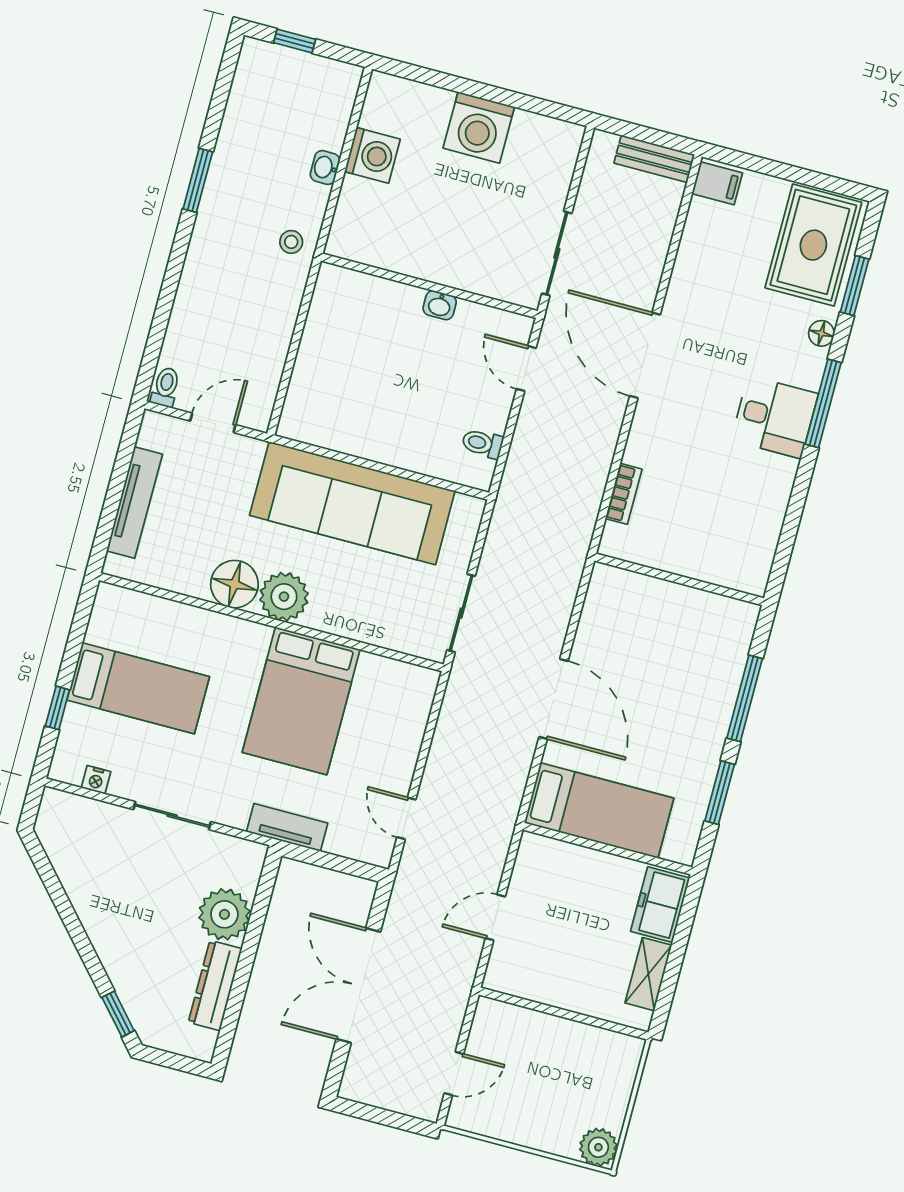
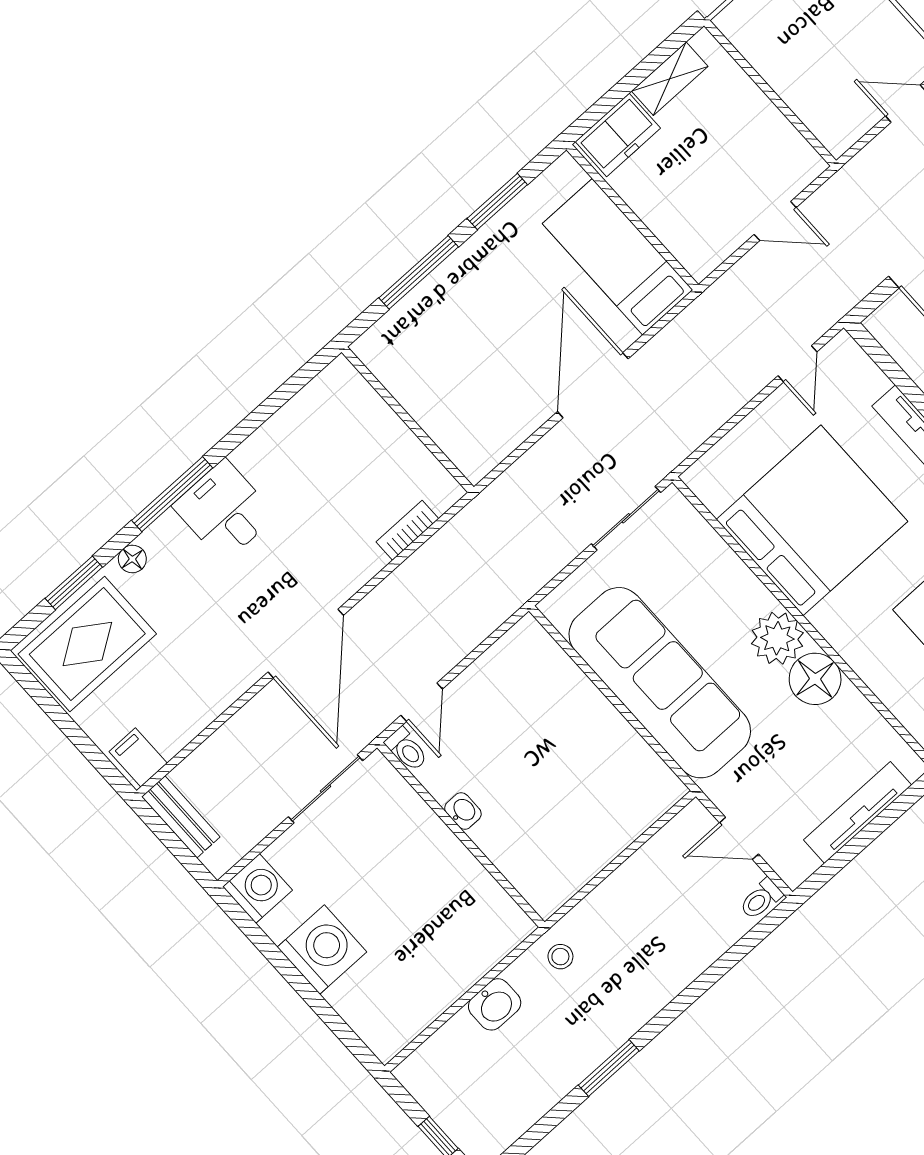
washing machine: (372, 155) -> (258, 888), moved, turned 90
washbasin: (325, 168) -> (495, 1004), width x1.38, depth x1.45
toilet: (482, 444) -> (407, 749), moved
bed: (301, 701) -> (812, 520), width x1.36

